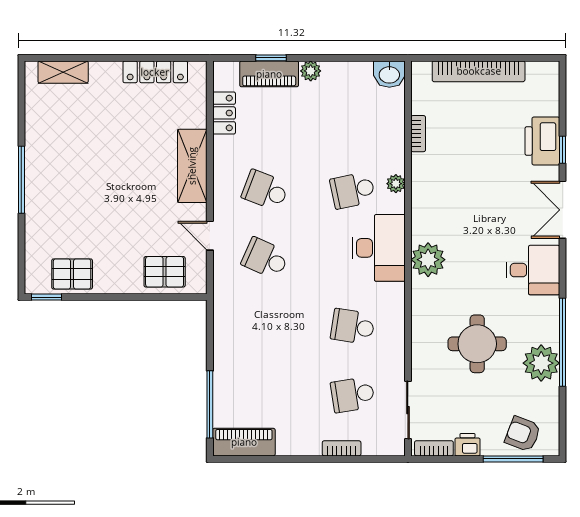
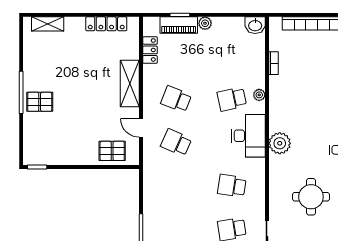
pallet: (72, 274) -> (40, 102), moved

